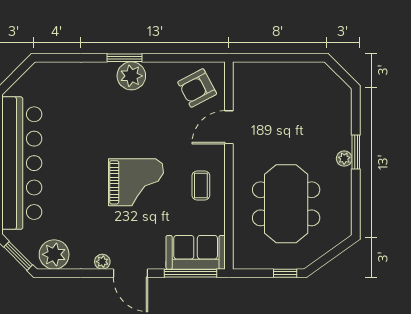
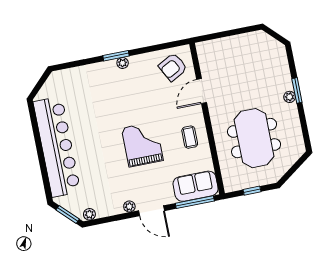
plant: (131, 76) -> (123, 63), width x0.53, depth x0.53
grand piano: (136, 182) -> (142, 144), turned -90
plant: (54, 254) -> (89, 214), width x0.53, depth x0.53
window: (285, 273) -> (252, 191), moved

